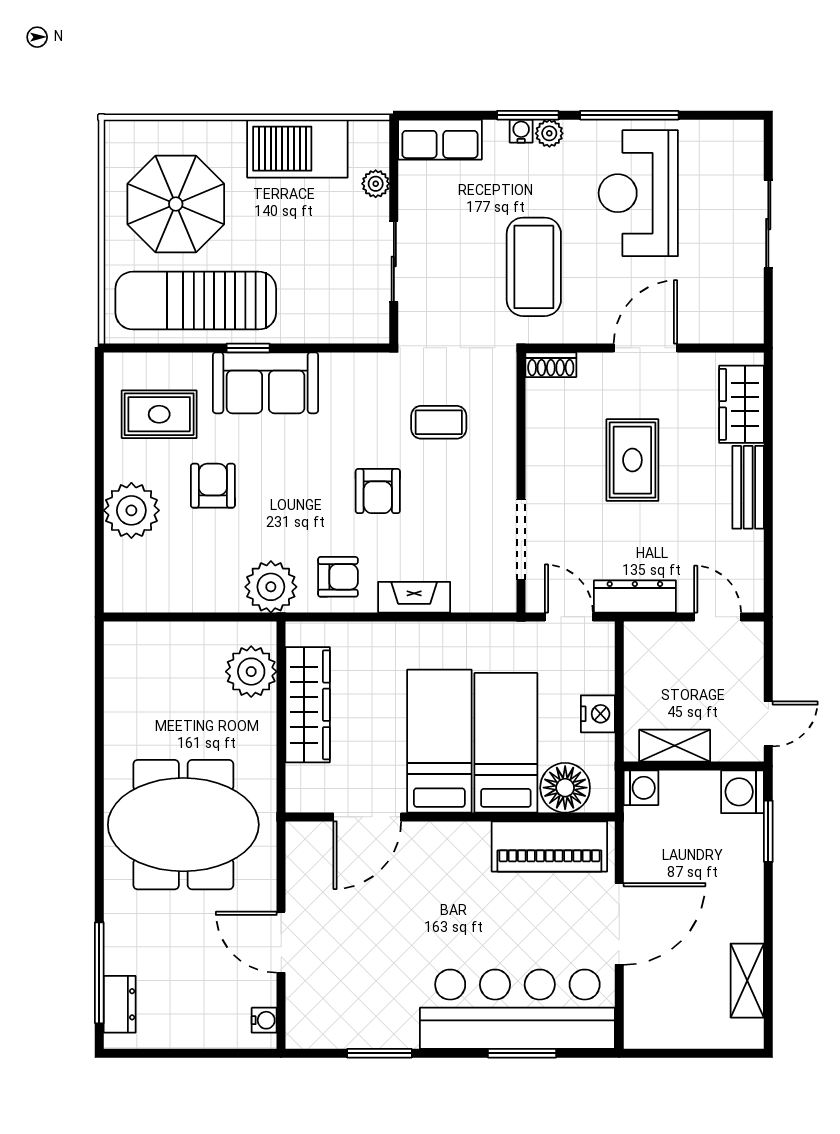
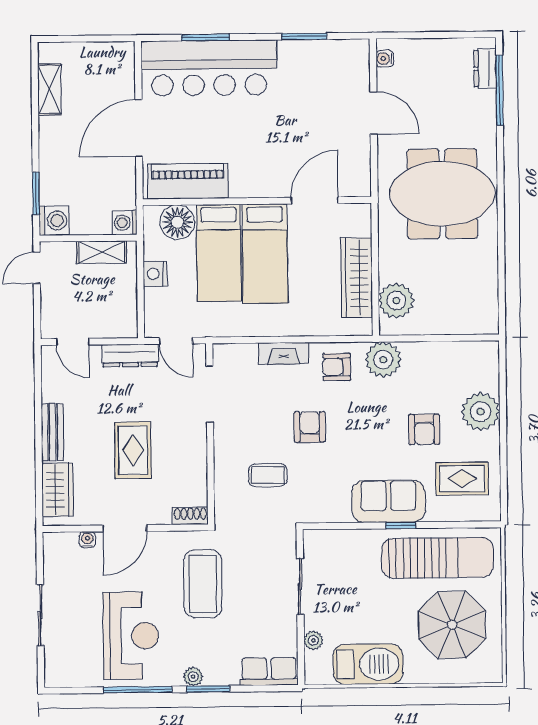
water cooler: (521, 131) -> (87, 540), moved, turned 180

